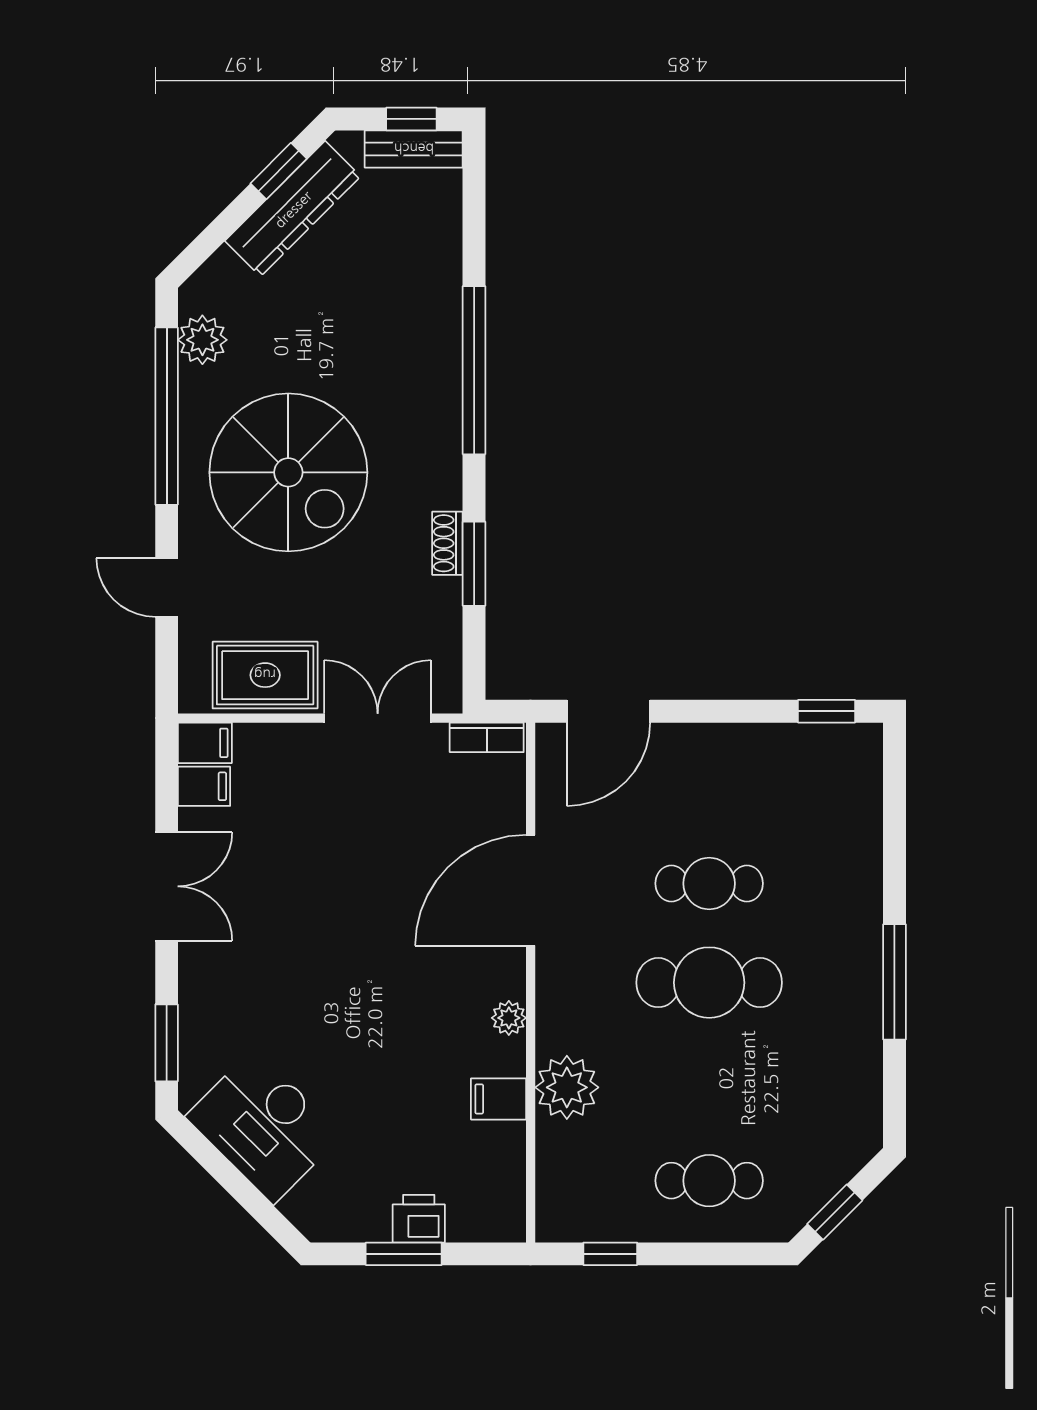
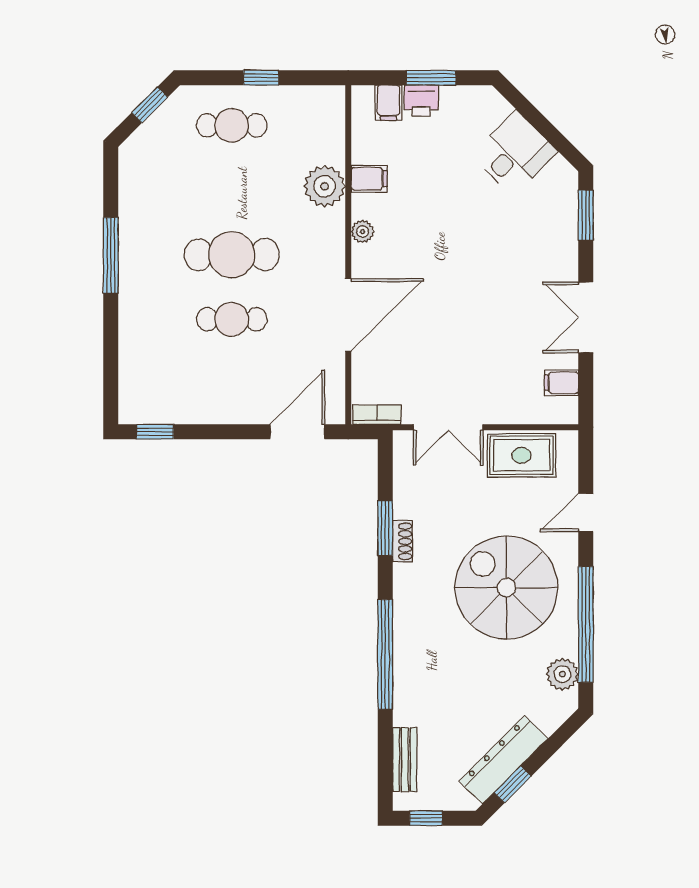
bench: (414, 149) -> (405, 760), moved, turned 90
door: (167, 587) -> (586, 513), swing flipped
filing cabinet: (205, 743) -> (389, 103), moved, turned -90
desk: (264, 1126) -> (515, 153), width x0.73
window: (610, 1254) -> (261, 78), moved

